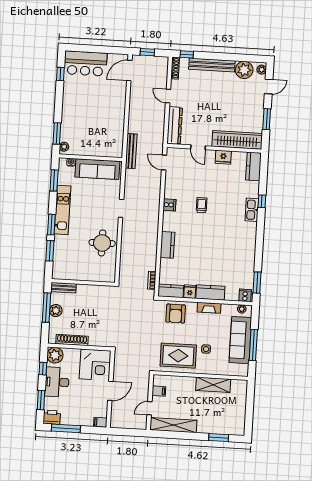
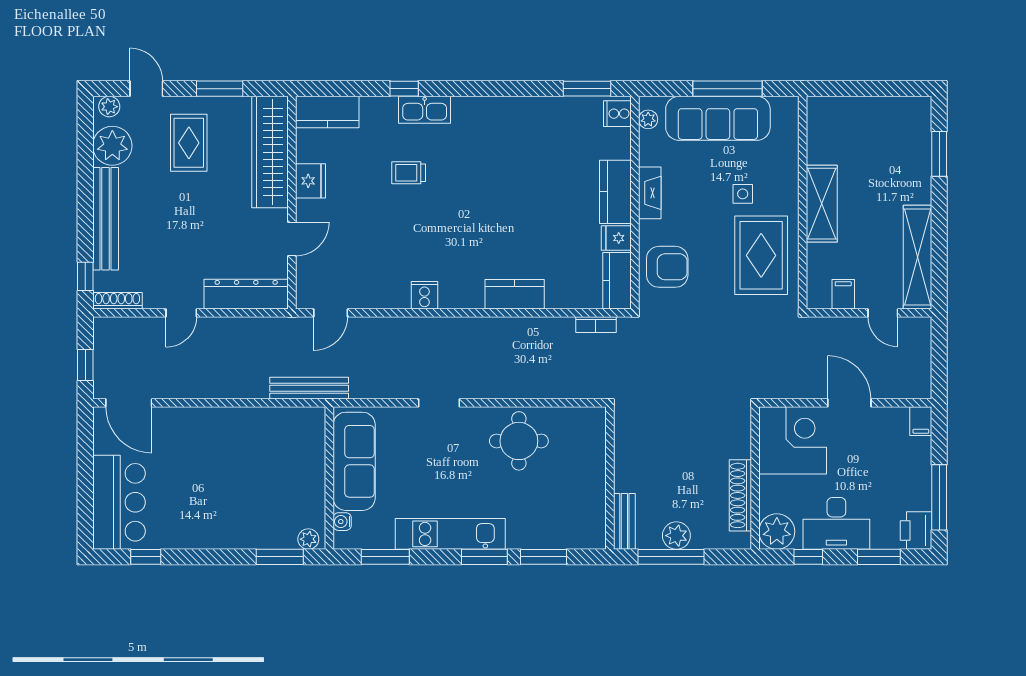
rug: (243, 104) -> (189, 143), added
trolley: (202, 205) -> (409, 173), moved
shelving: (213, 385) -> (822, 204), moved

